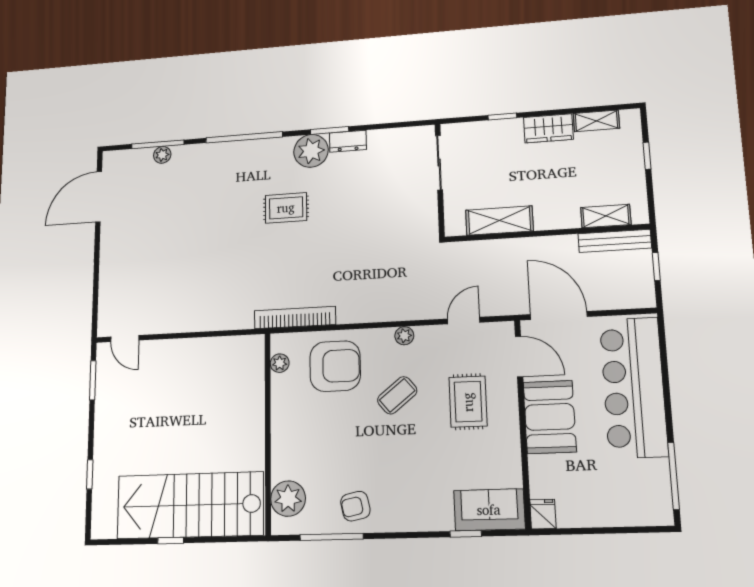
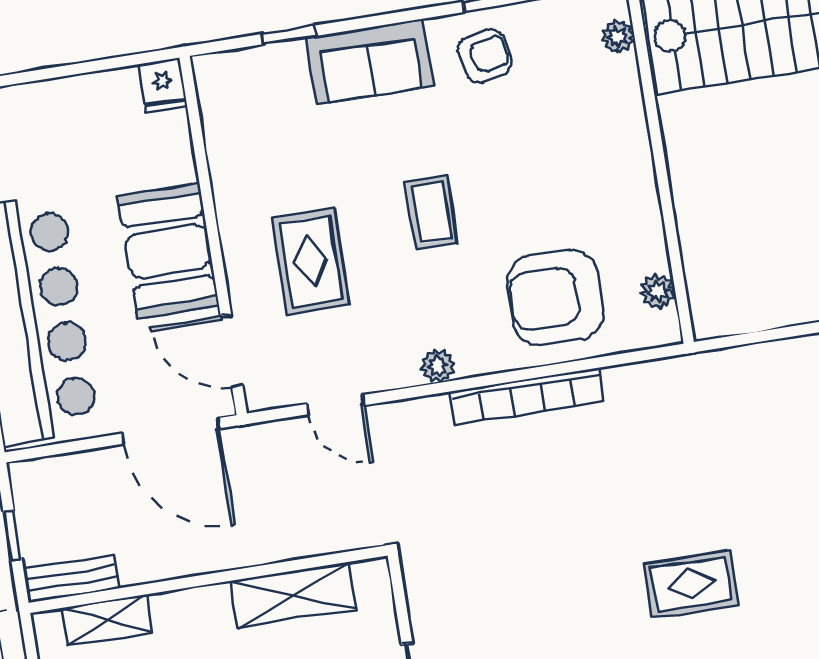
bench: (615, 241) -> (71, 578), width x0.73
bookcase: (295, 318) -> (527, 396), moved
door: (464, 321) -> (336, 405), hinge flipped
coffee table: (397, 395) -> (432, 212), moved, turned -51
plant: (288, 499) -> (618, 36), width x0.53, depth x0.53
sofa: (489, 510) -> (369, 62), moved

